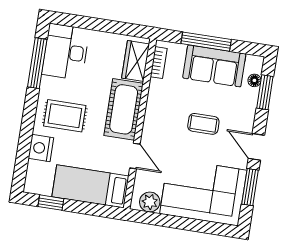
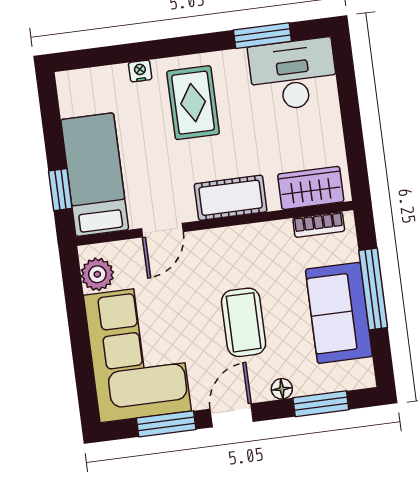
window: (37, 63) -> (262, 36), width x0.69
floor lamp: (254, 80) -> (282, 389), moved
cot: (124, 109) -> (231, 198), width x0.73, depth x0.75
coffee table: (203, 124) -> (244, 322), width x1.36, depth x1.30
nightstand: (41, 148) -> (140, 71), width x0.53, depth x0.56
window: (51, 203) -> (60, 190), moved

